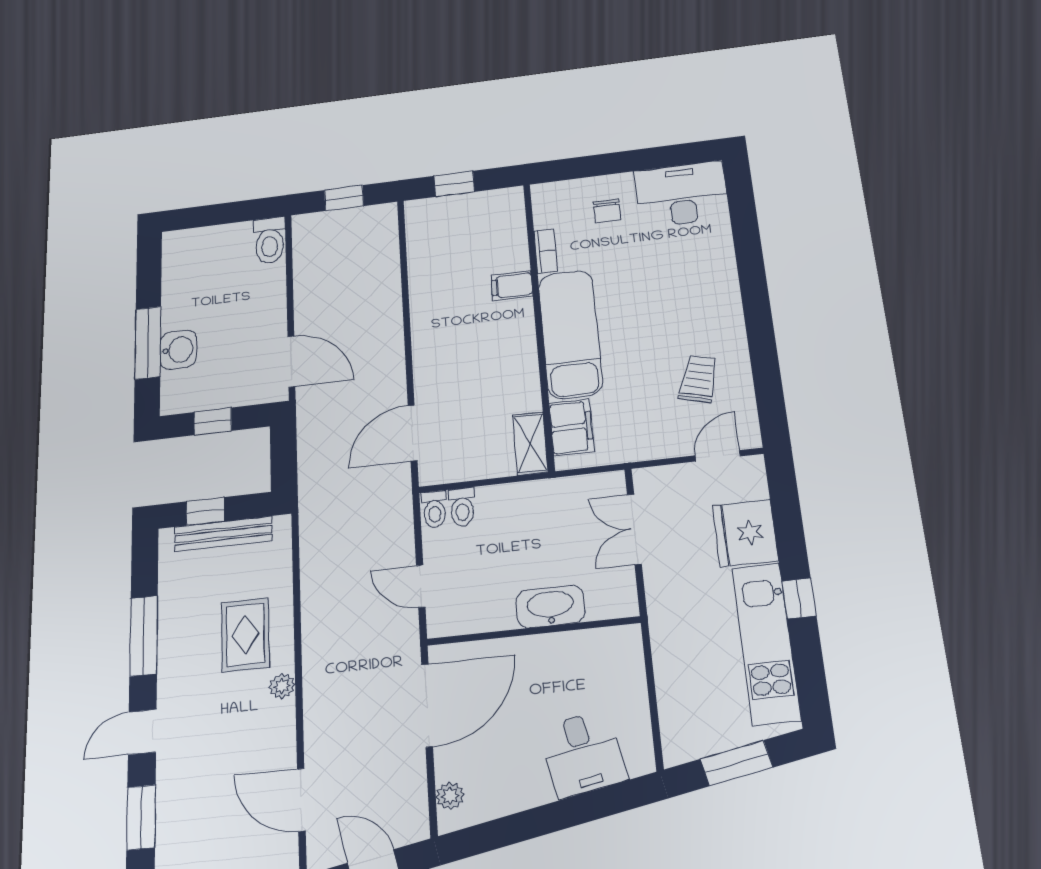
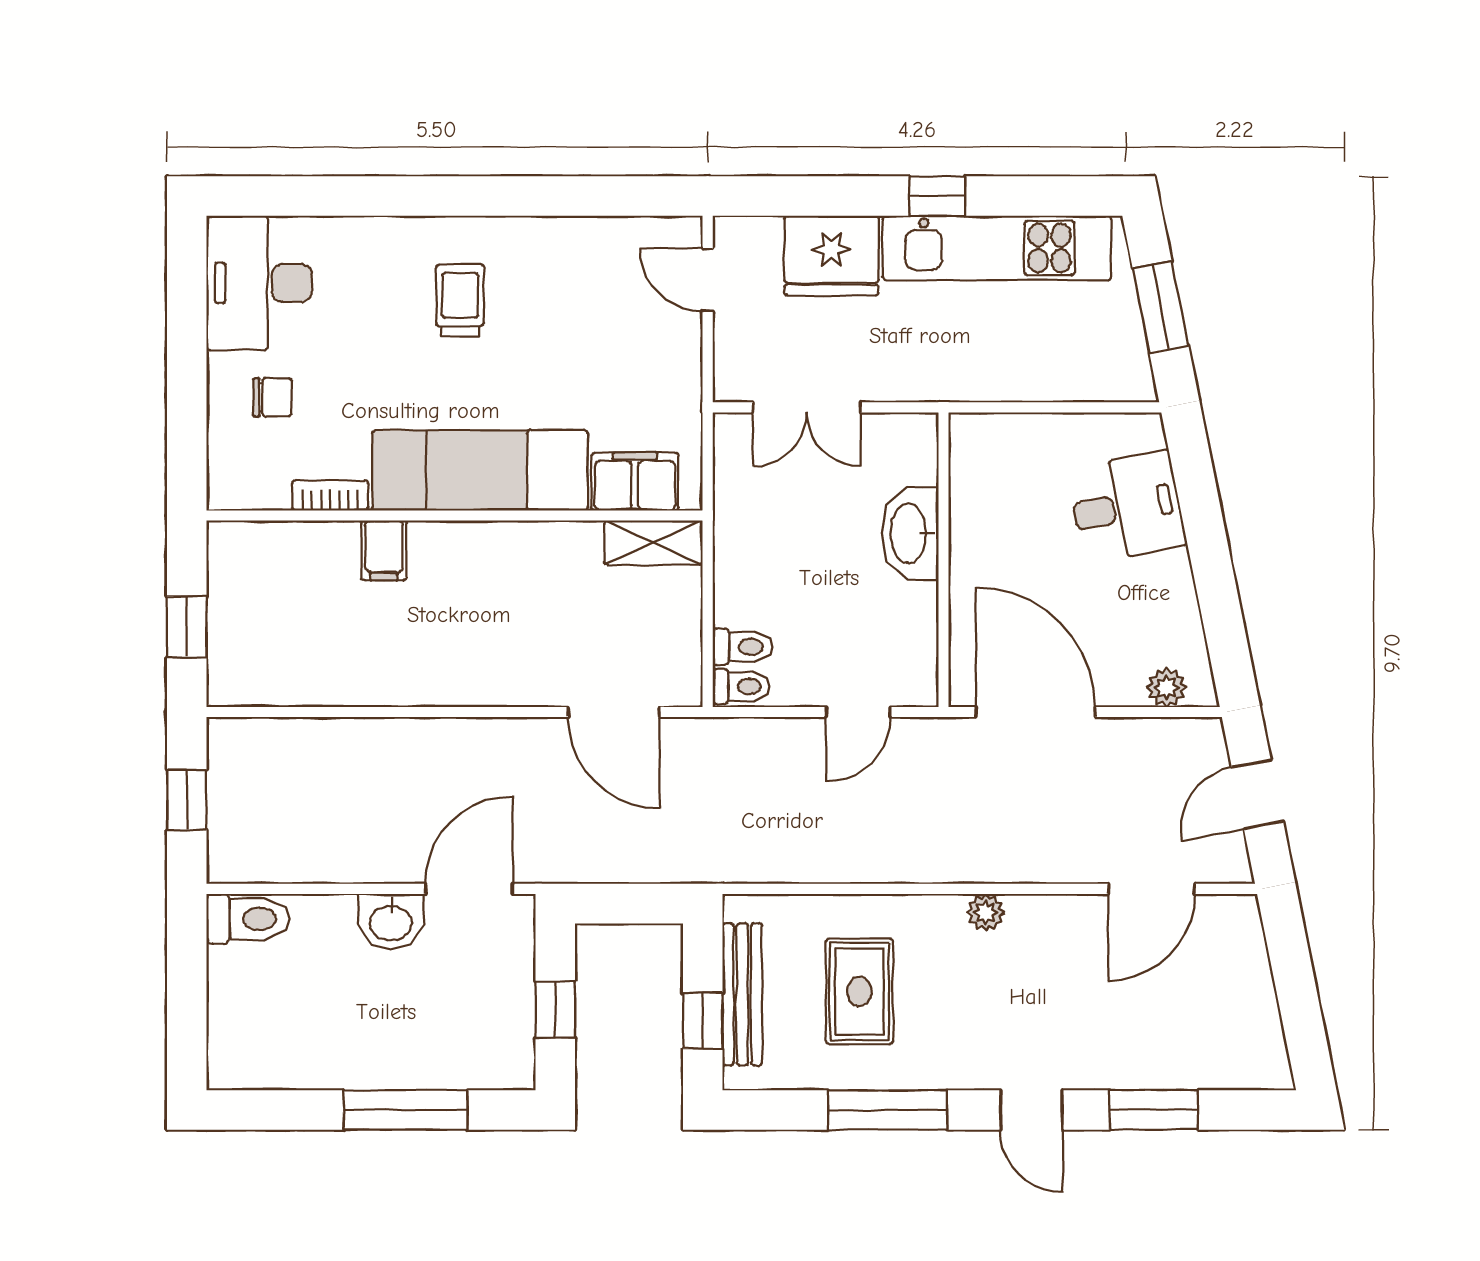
washbasin: (178, 350) -> (391, 922), moved, turned 180
trolley: (698, 379) -> (460, 300), moved, turned 74
rug: (245, 635) -> (859, 991), moved, turned 90

